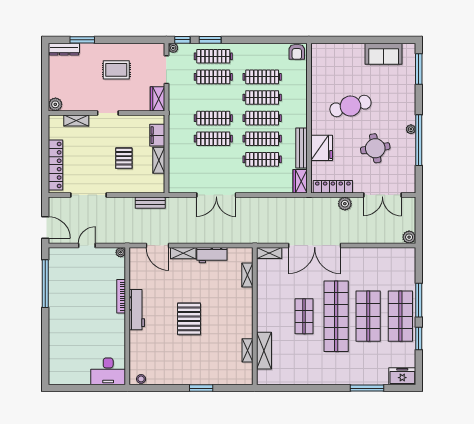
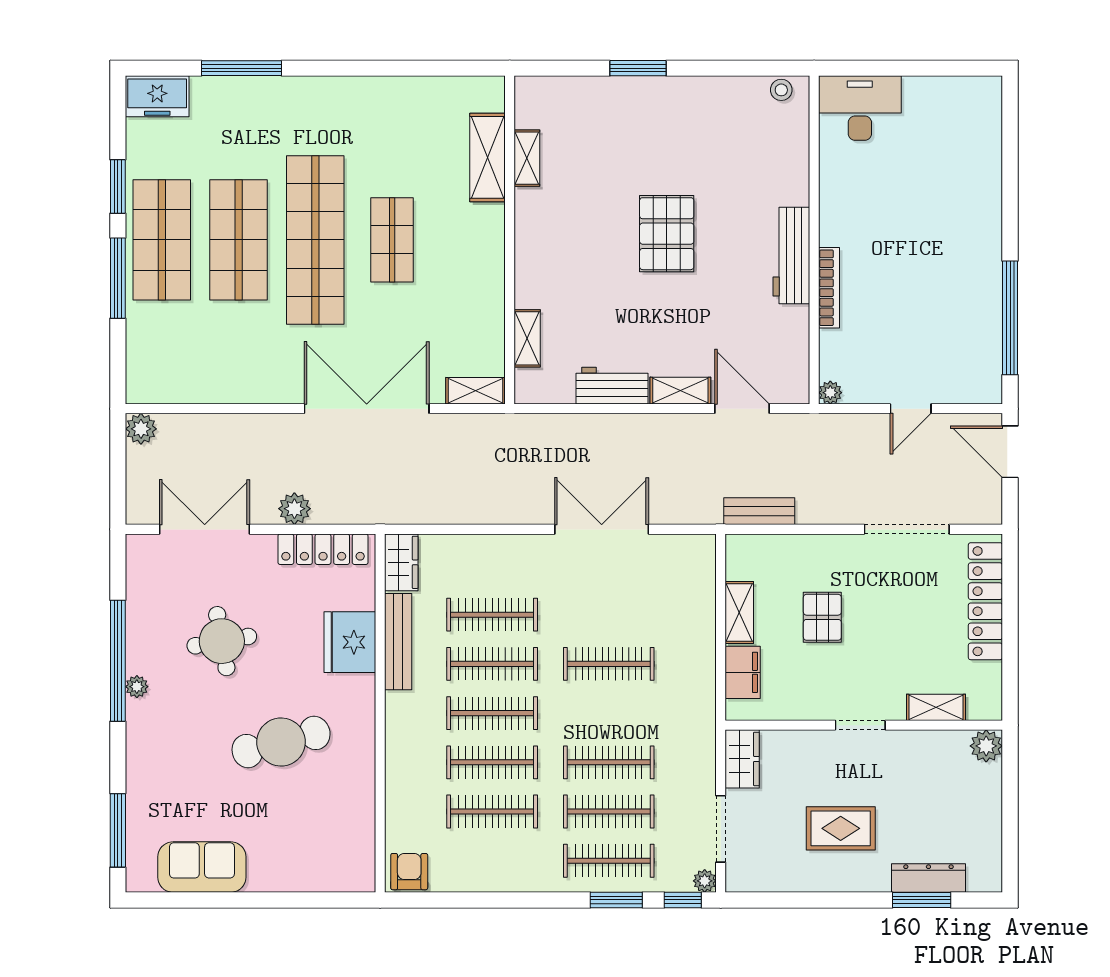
dresser: (64, 49) -> (928, 878), moved
clothes rail: (213, 118) -> (609, 762), moved

